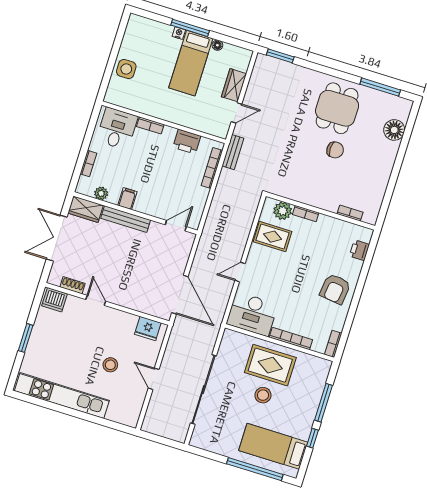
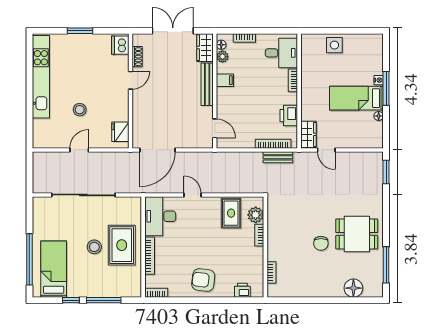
wardrobe: (234, 85) -> (309, 134), moved, turned 90
bench: (233, 152) -> (278, 157), moved
floor lamp: (88, 191) -> (221, 45), added

